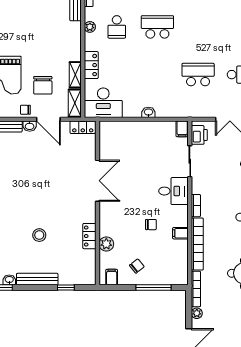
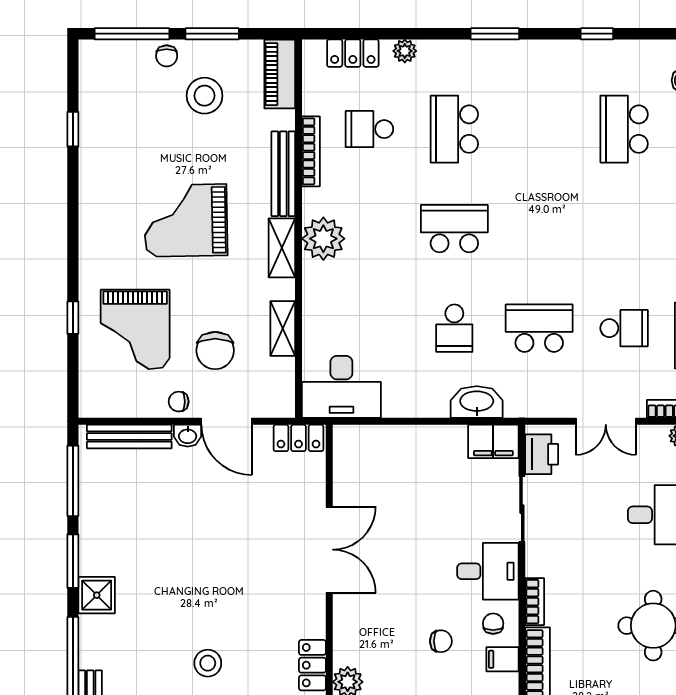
grand piano: (29, 23) -> (186, 220), added
plant: (90, 27) -> (323, 239), width x1.88, depth x1.88
school desk: (117, 27) -> (454, 328), moved
locker: (91, 65) -> (316, 308), removed
shelving: (75, 103) -> (282, 248), moved
washbasin: (148, 112) -> (477, 402), moved, width x1.91, depth x1.45
filing cabinet: (182, 129) -> (493, 441), width x2.00
chair: (176, 216) -> (493, 624), added

